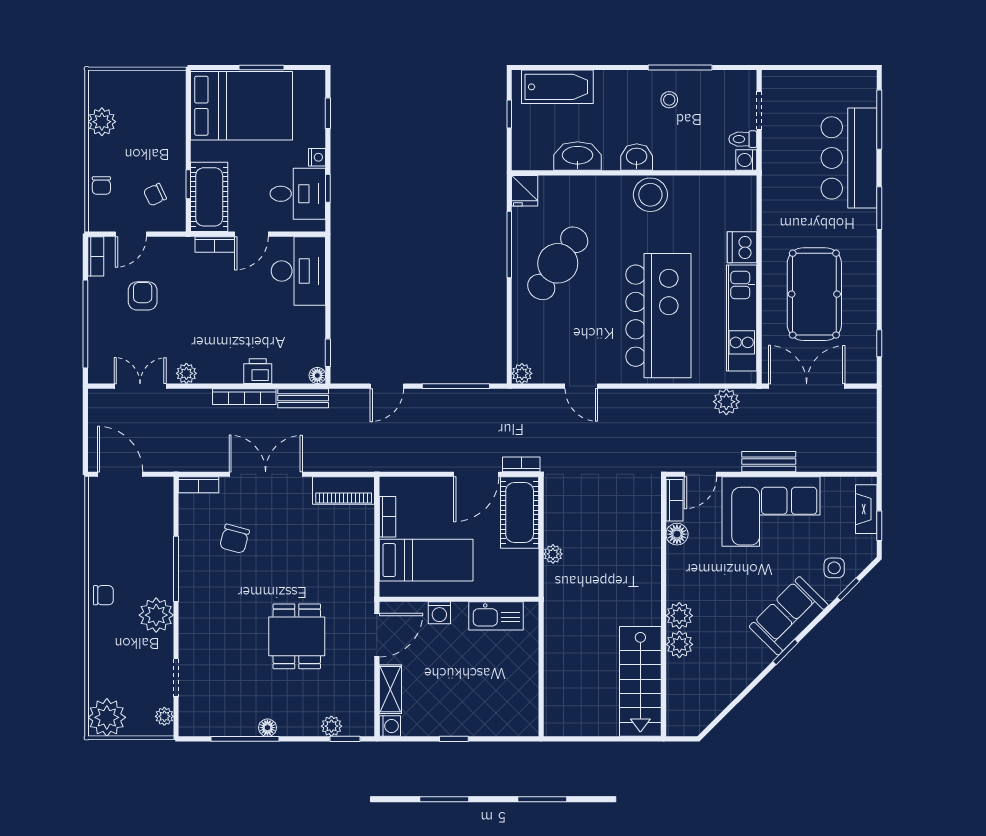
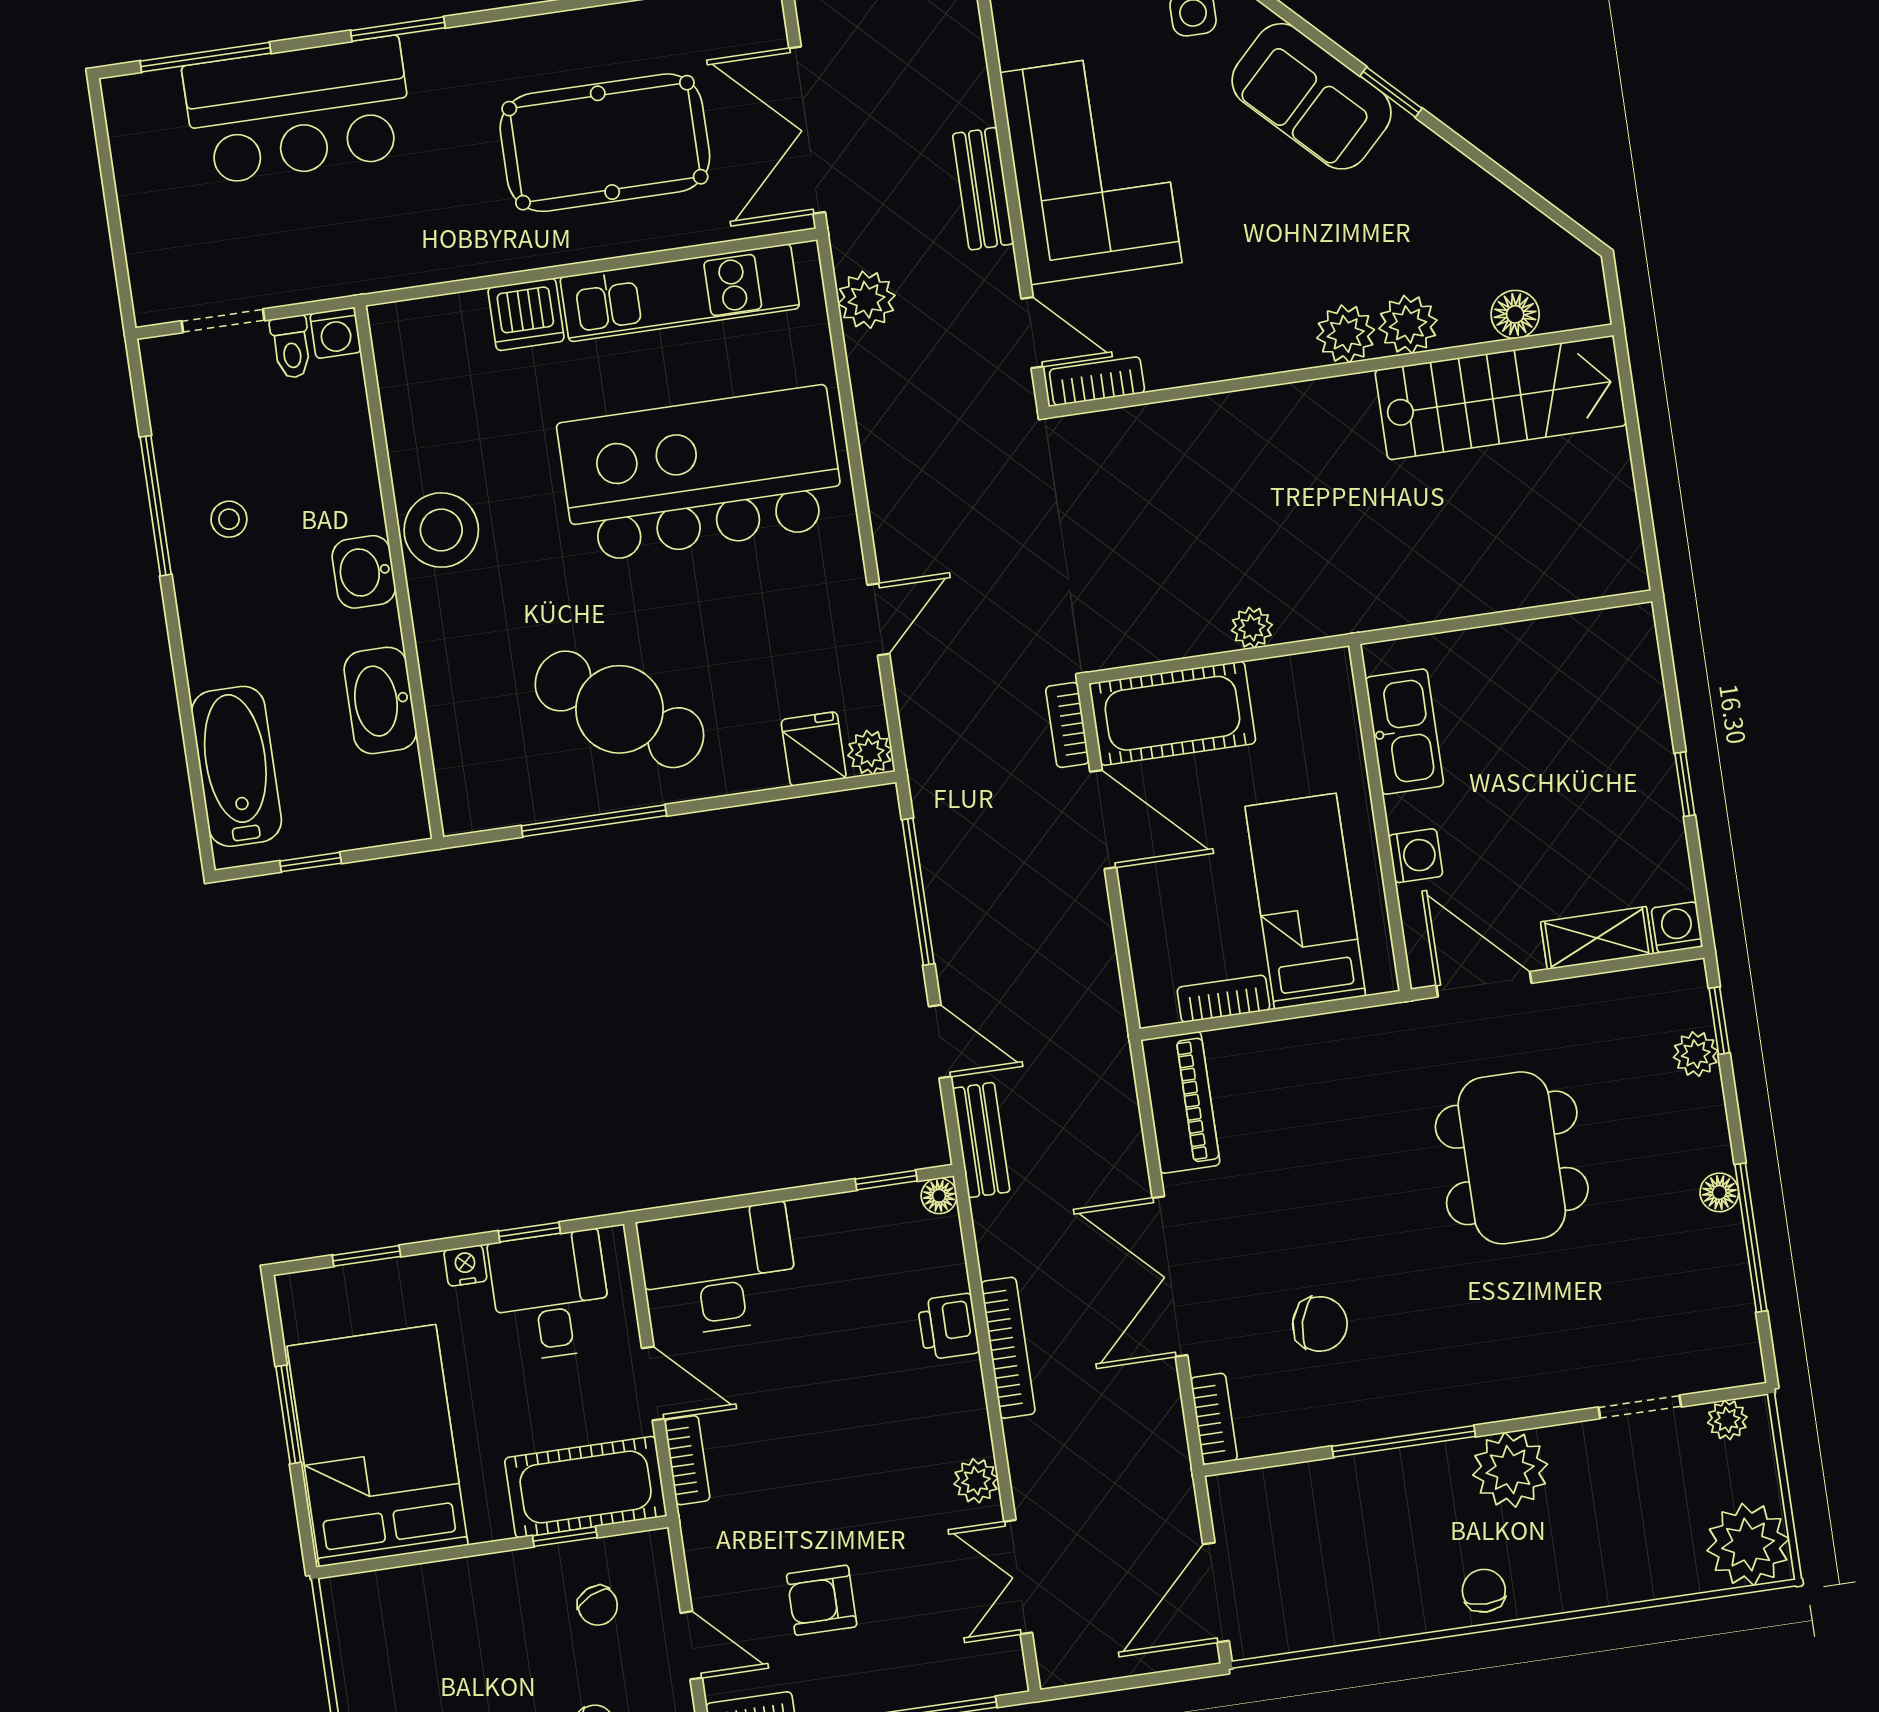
fridge: (525, 191) -> (814, 749), moved, turned -90
bench: (303, 398) -> (981, 1140), moved
floor lamp: (677, 534) -> (1515, 314), moved
dining table: (297, 636) -> (1512, 1158), width x1.38

